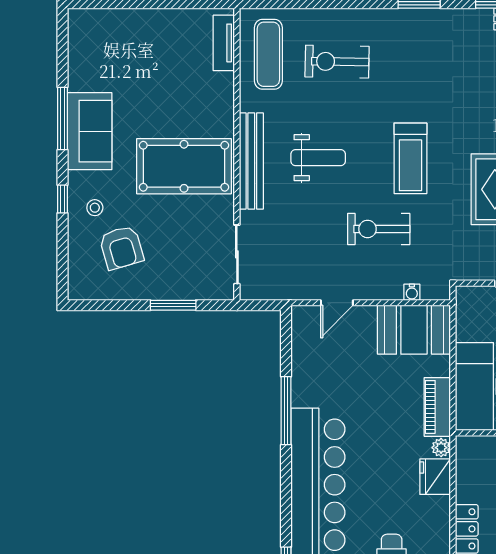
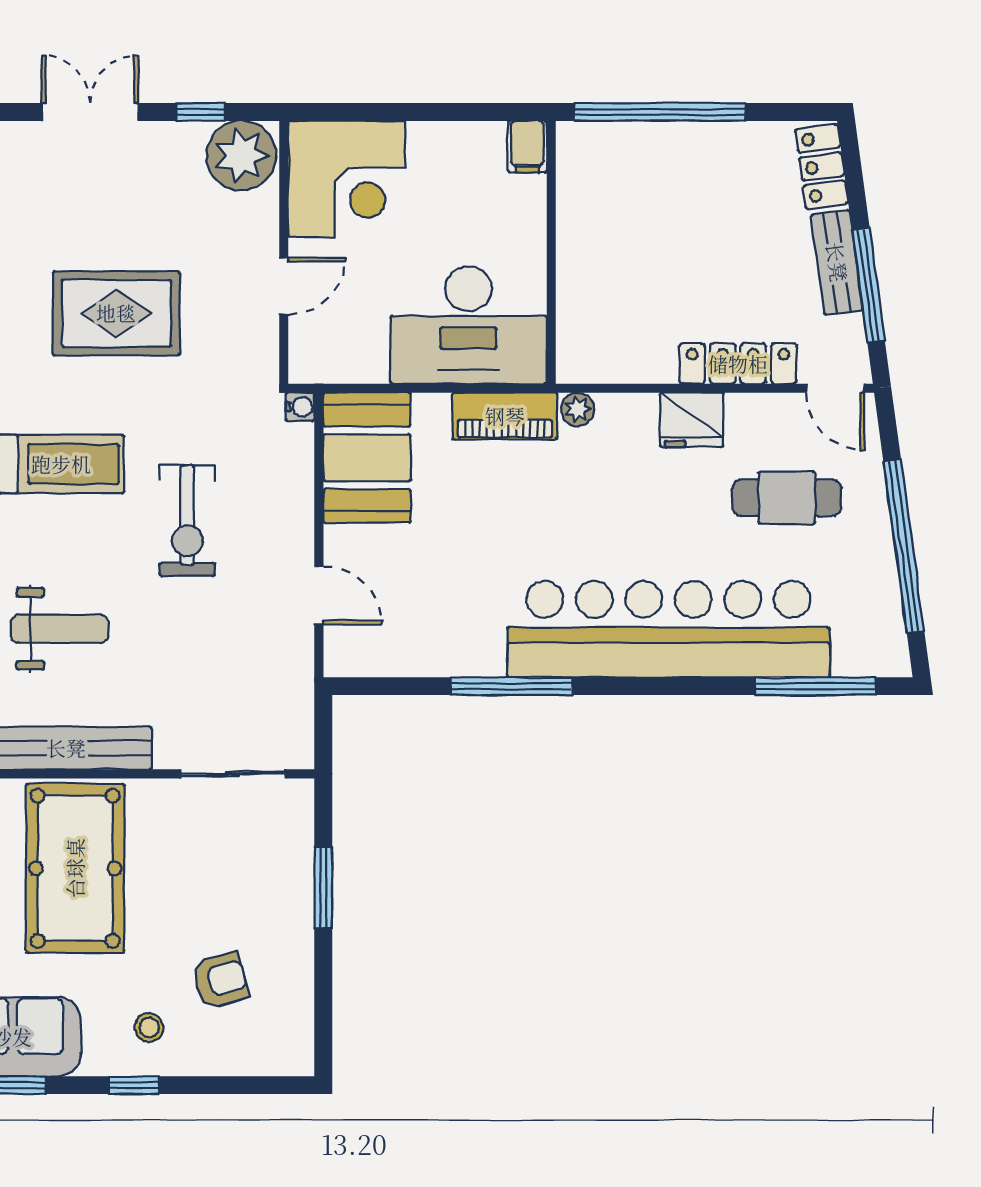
weight bench: (318, 158) -> (60, 629), turned 90
armchair: (121, 248) -> (220, 980), width x0.72, depth x0.72
water cooler: (412, 292) -> (300, 407), moved
fridge: (435, 477) -> (692, 420), moved

